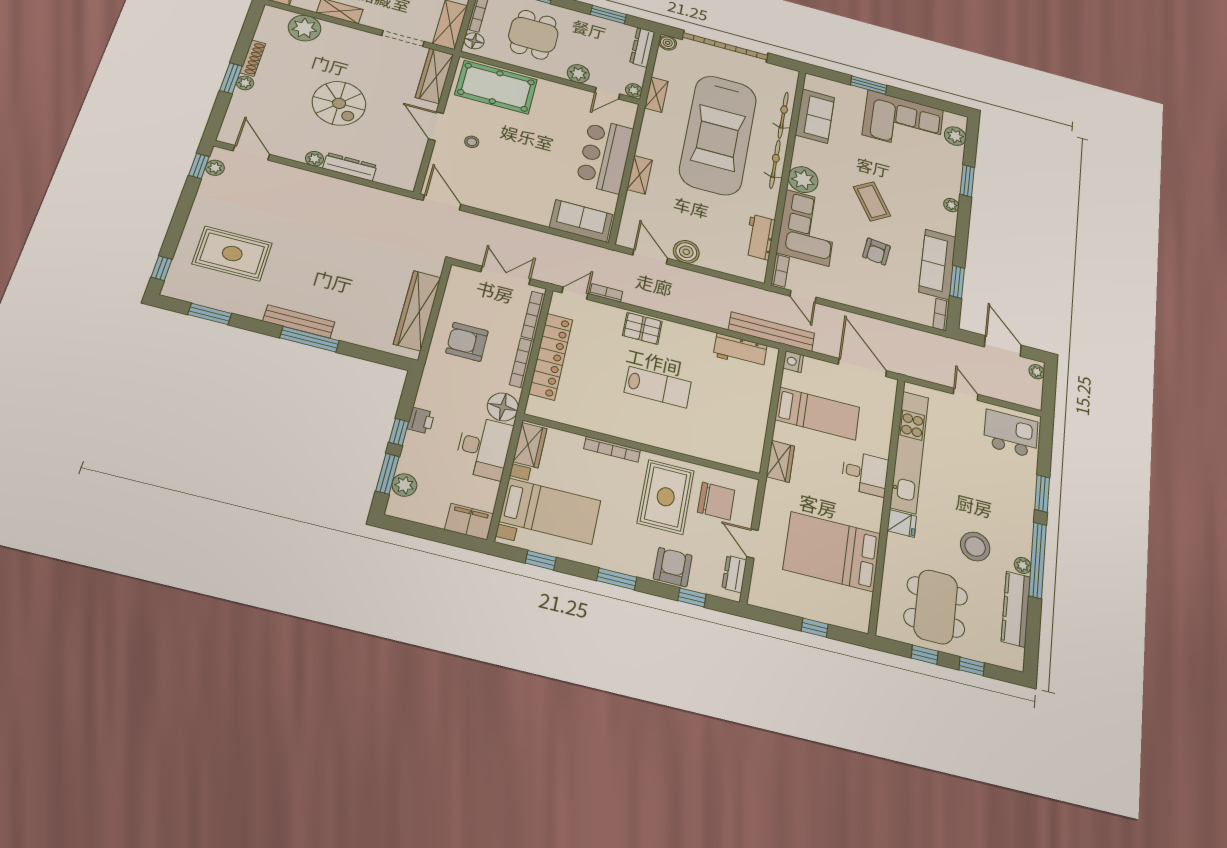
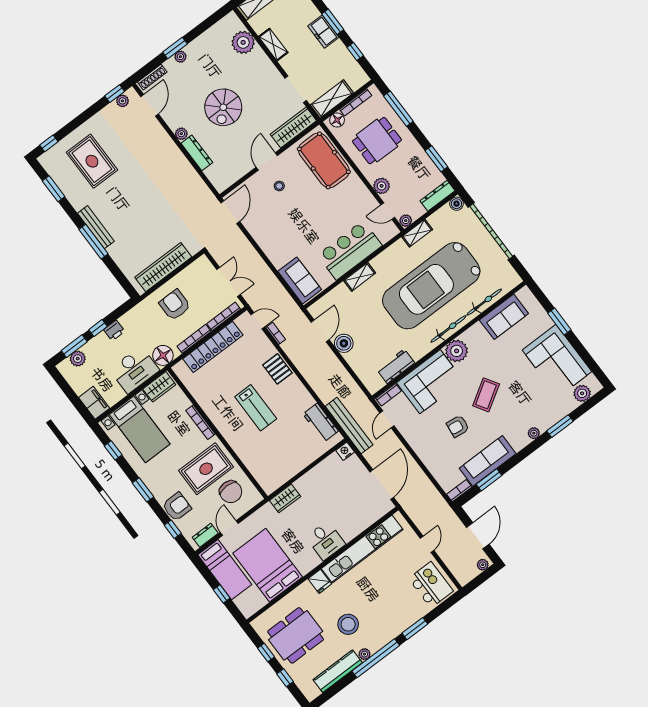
shoe rack: (253, 58) -> (152, 77), moved
bed: (817, 413) -> (225, 570), moved

